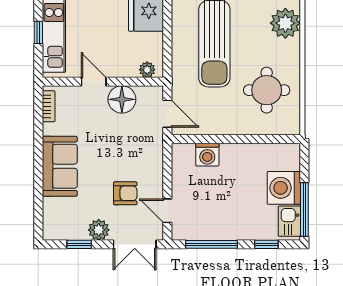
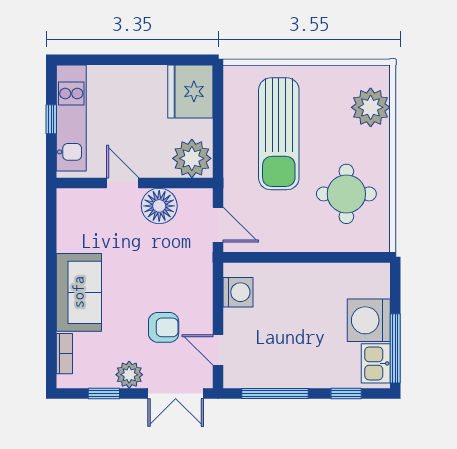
plant: (147, 70) -> (192, 158), width x1.87, depth x1.87
bookcase: (49, 106) -> (64, 354), moved
washing machine: (207, 155) -> (238, 292), moved, turned -90

